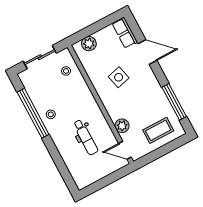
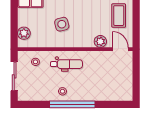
window: (33, 113) -> (72, 104), moved
dental chair: (86, 137) -> (66, 64), moved
door: (125, 150) -> (120, 49), swing flipped

